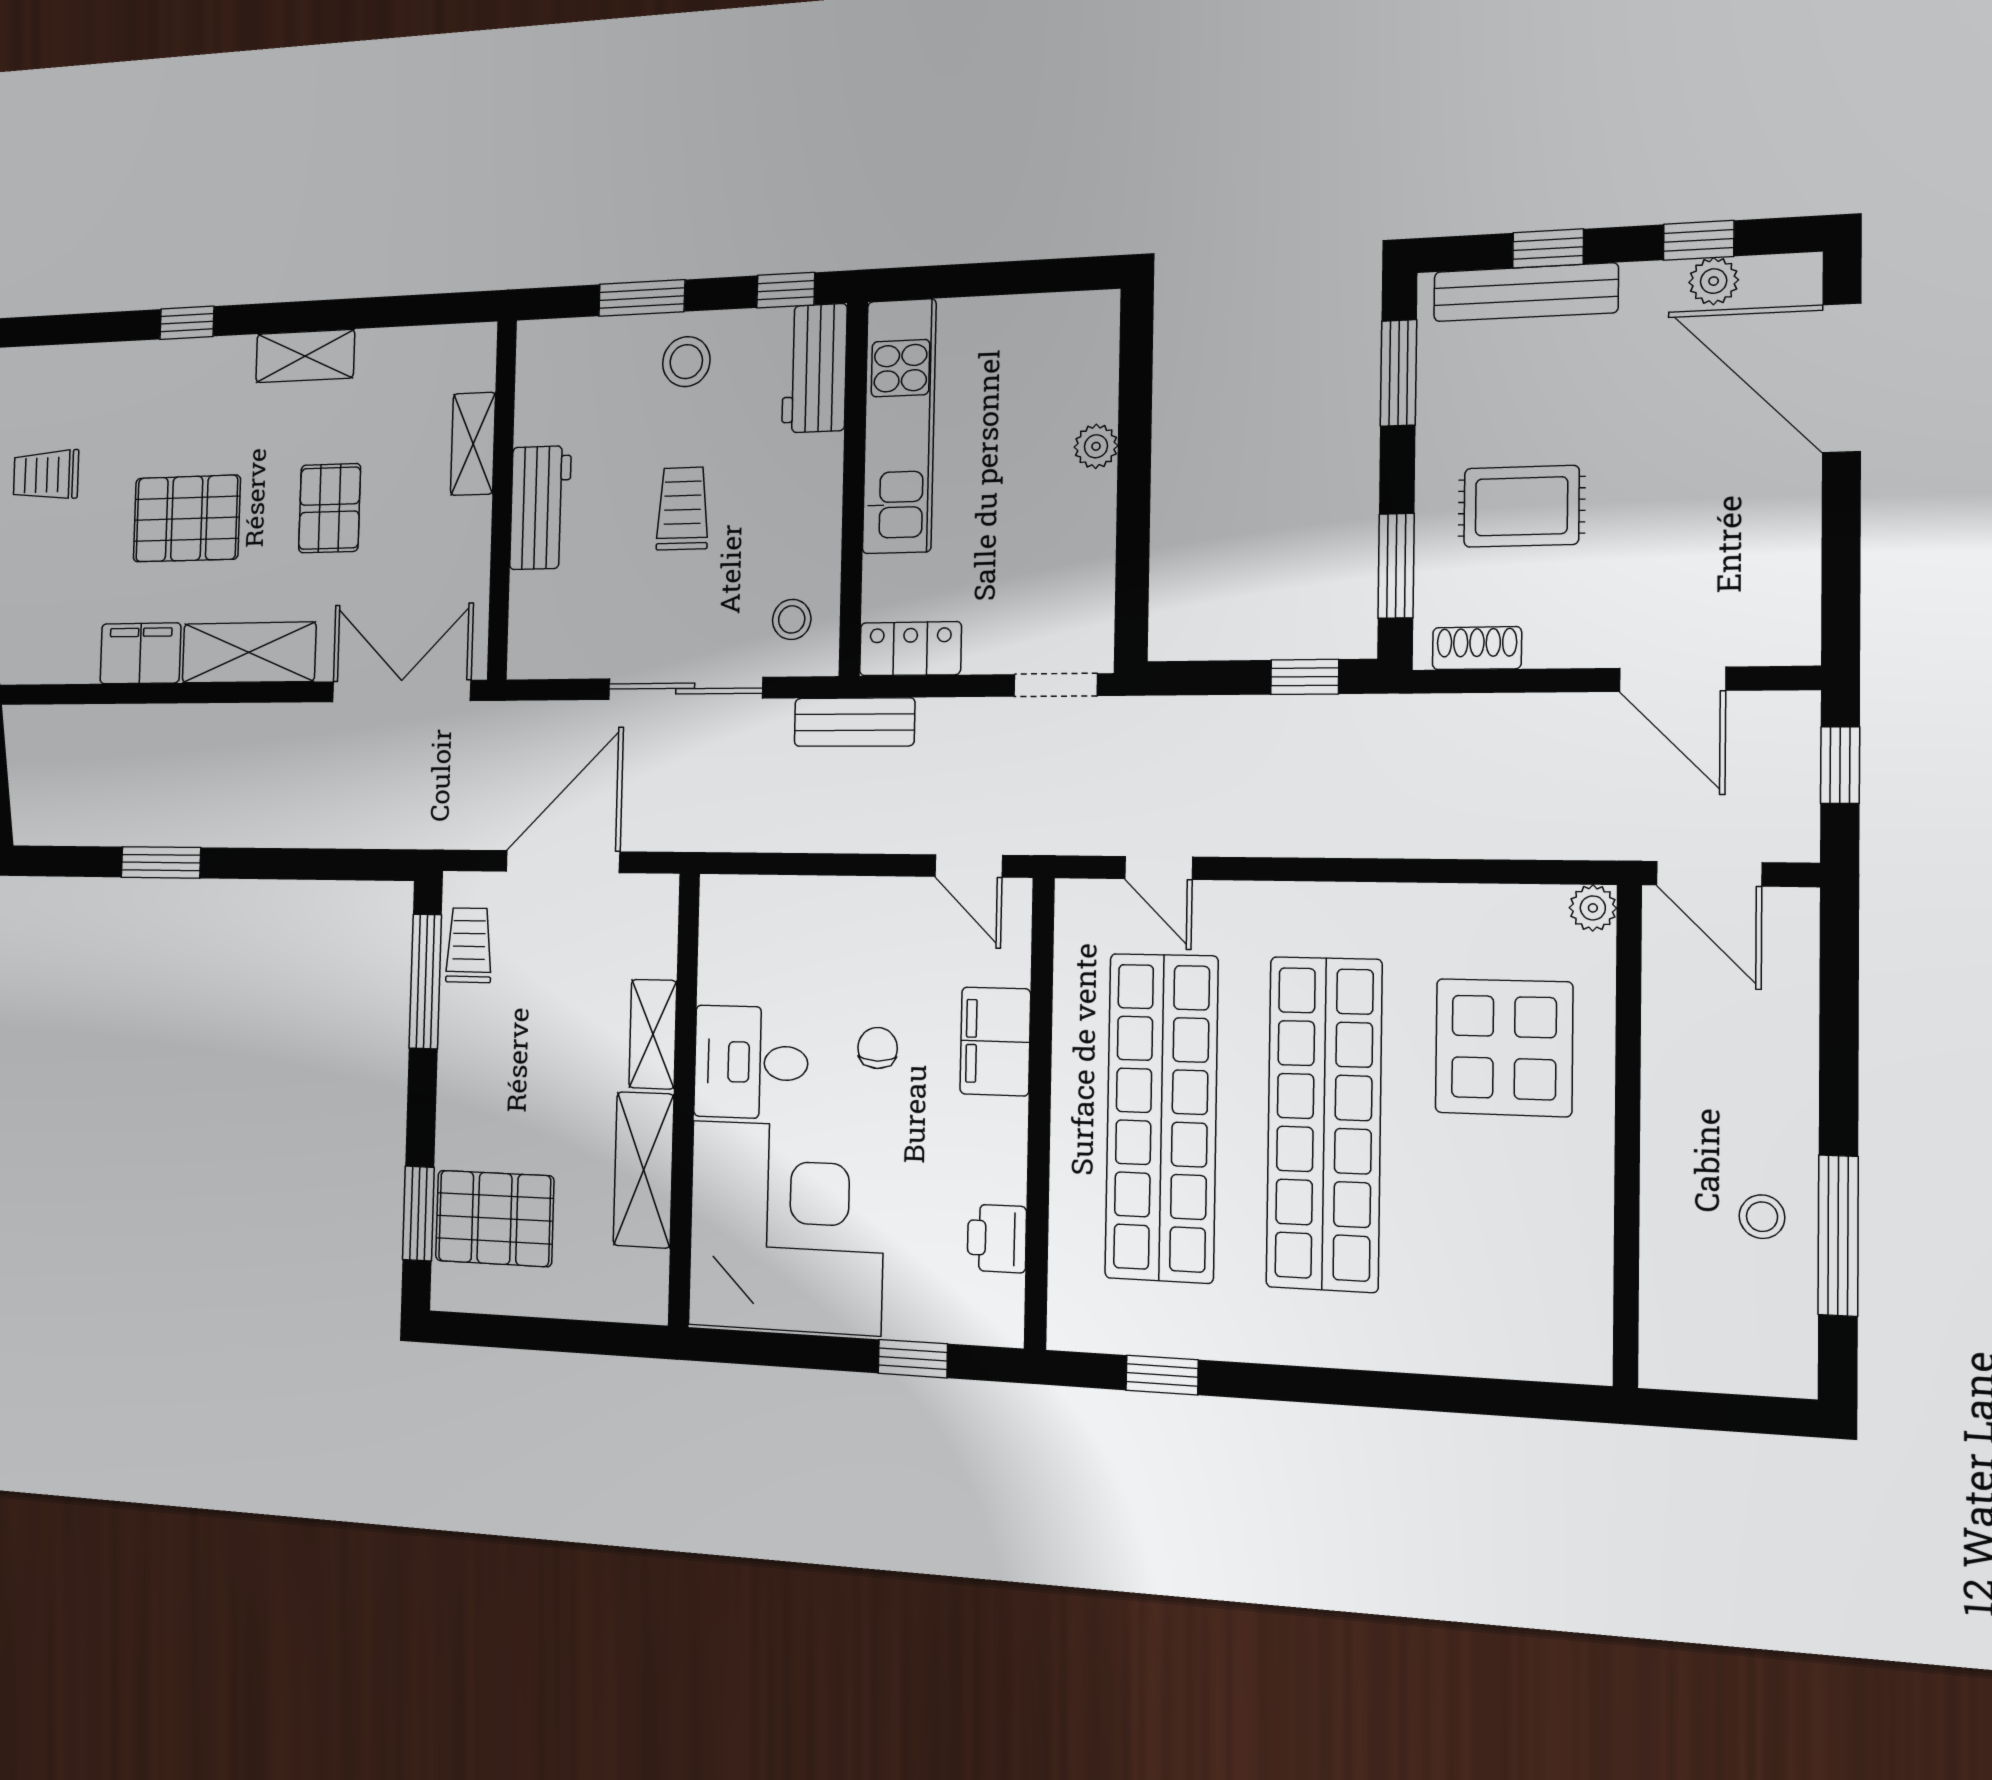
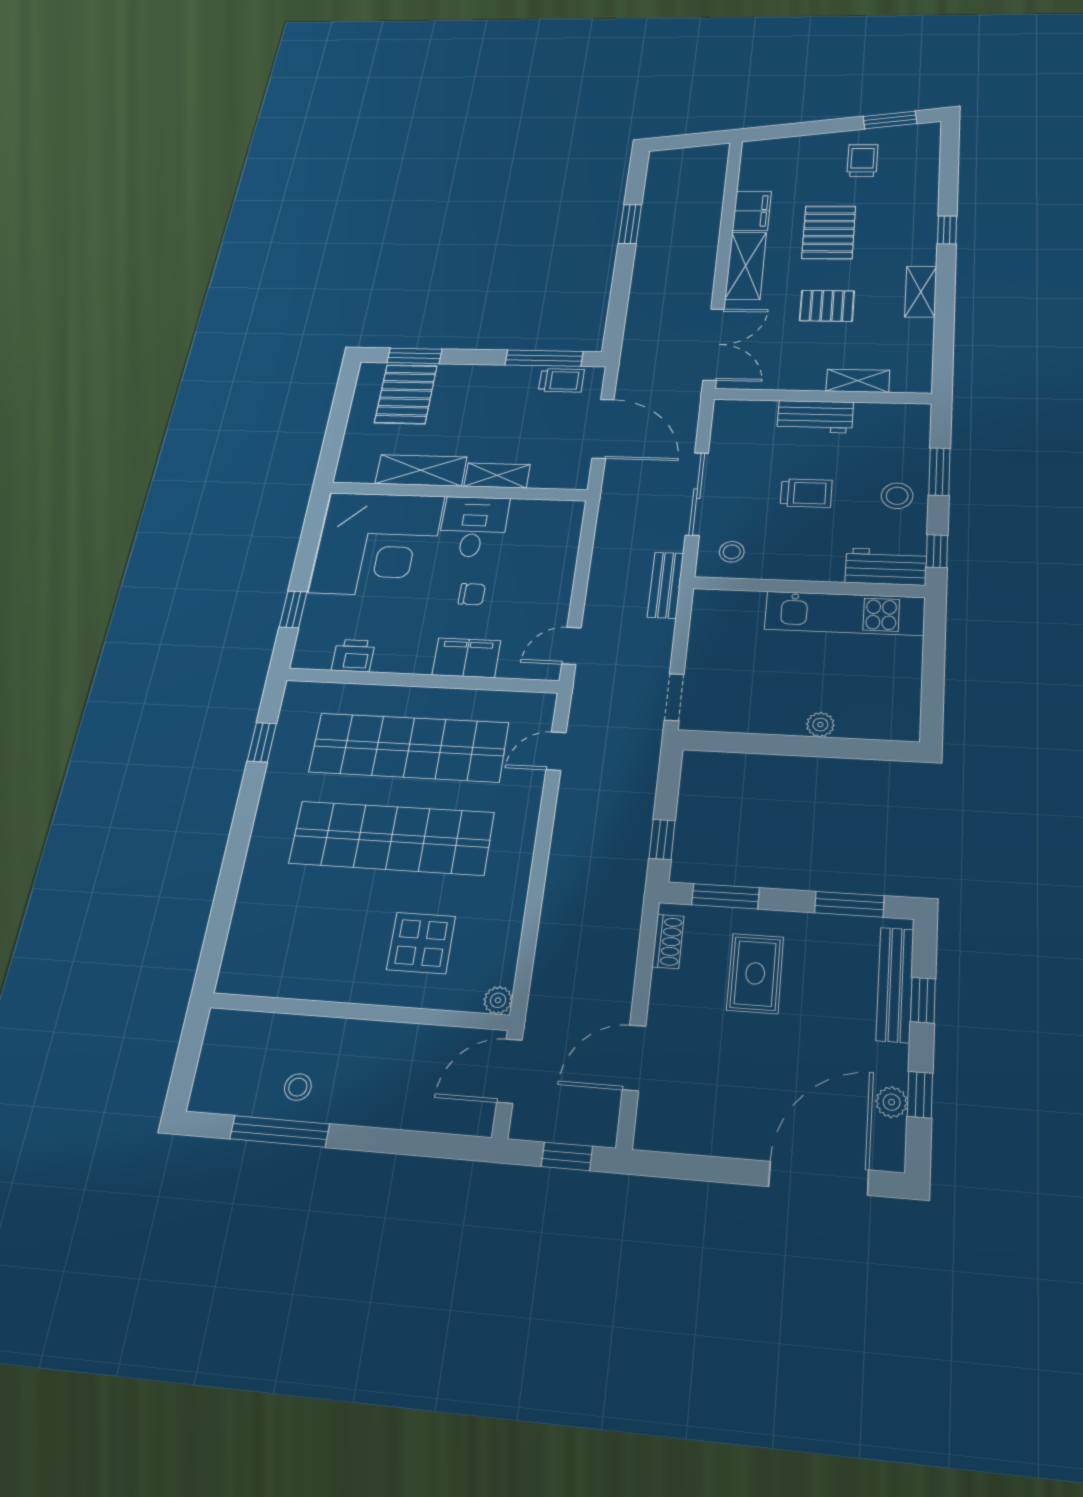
locker: (910, 649) -> (706, 617), removed
display table: (1504, 1047) -> (421, 943), width x0.73, depth x0.73

